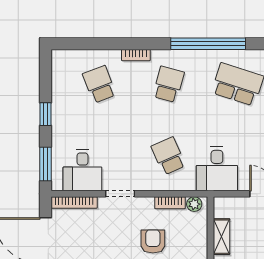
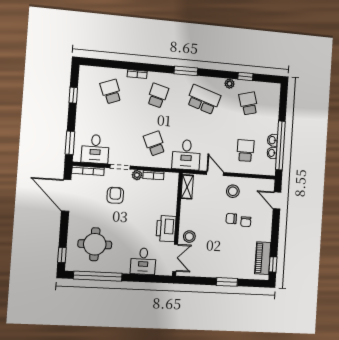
window: (208, 44) -> (186, 71), width x0.47
window: (45, 114) -> (73, 95), moved
plant: (194, 204) -> (137, 175), moved
shelving: (221, 237) -> (187, 187), moved
armchair: (153, 241) -> (115, 195), moved

